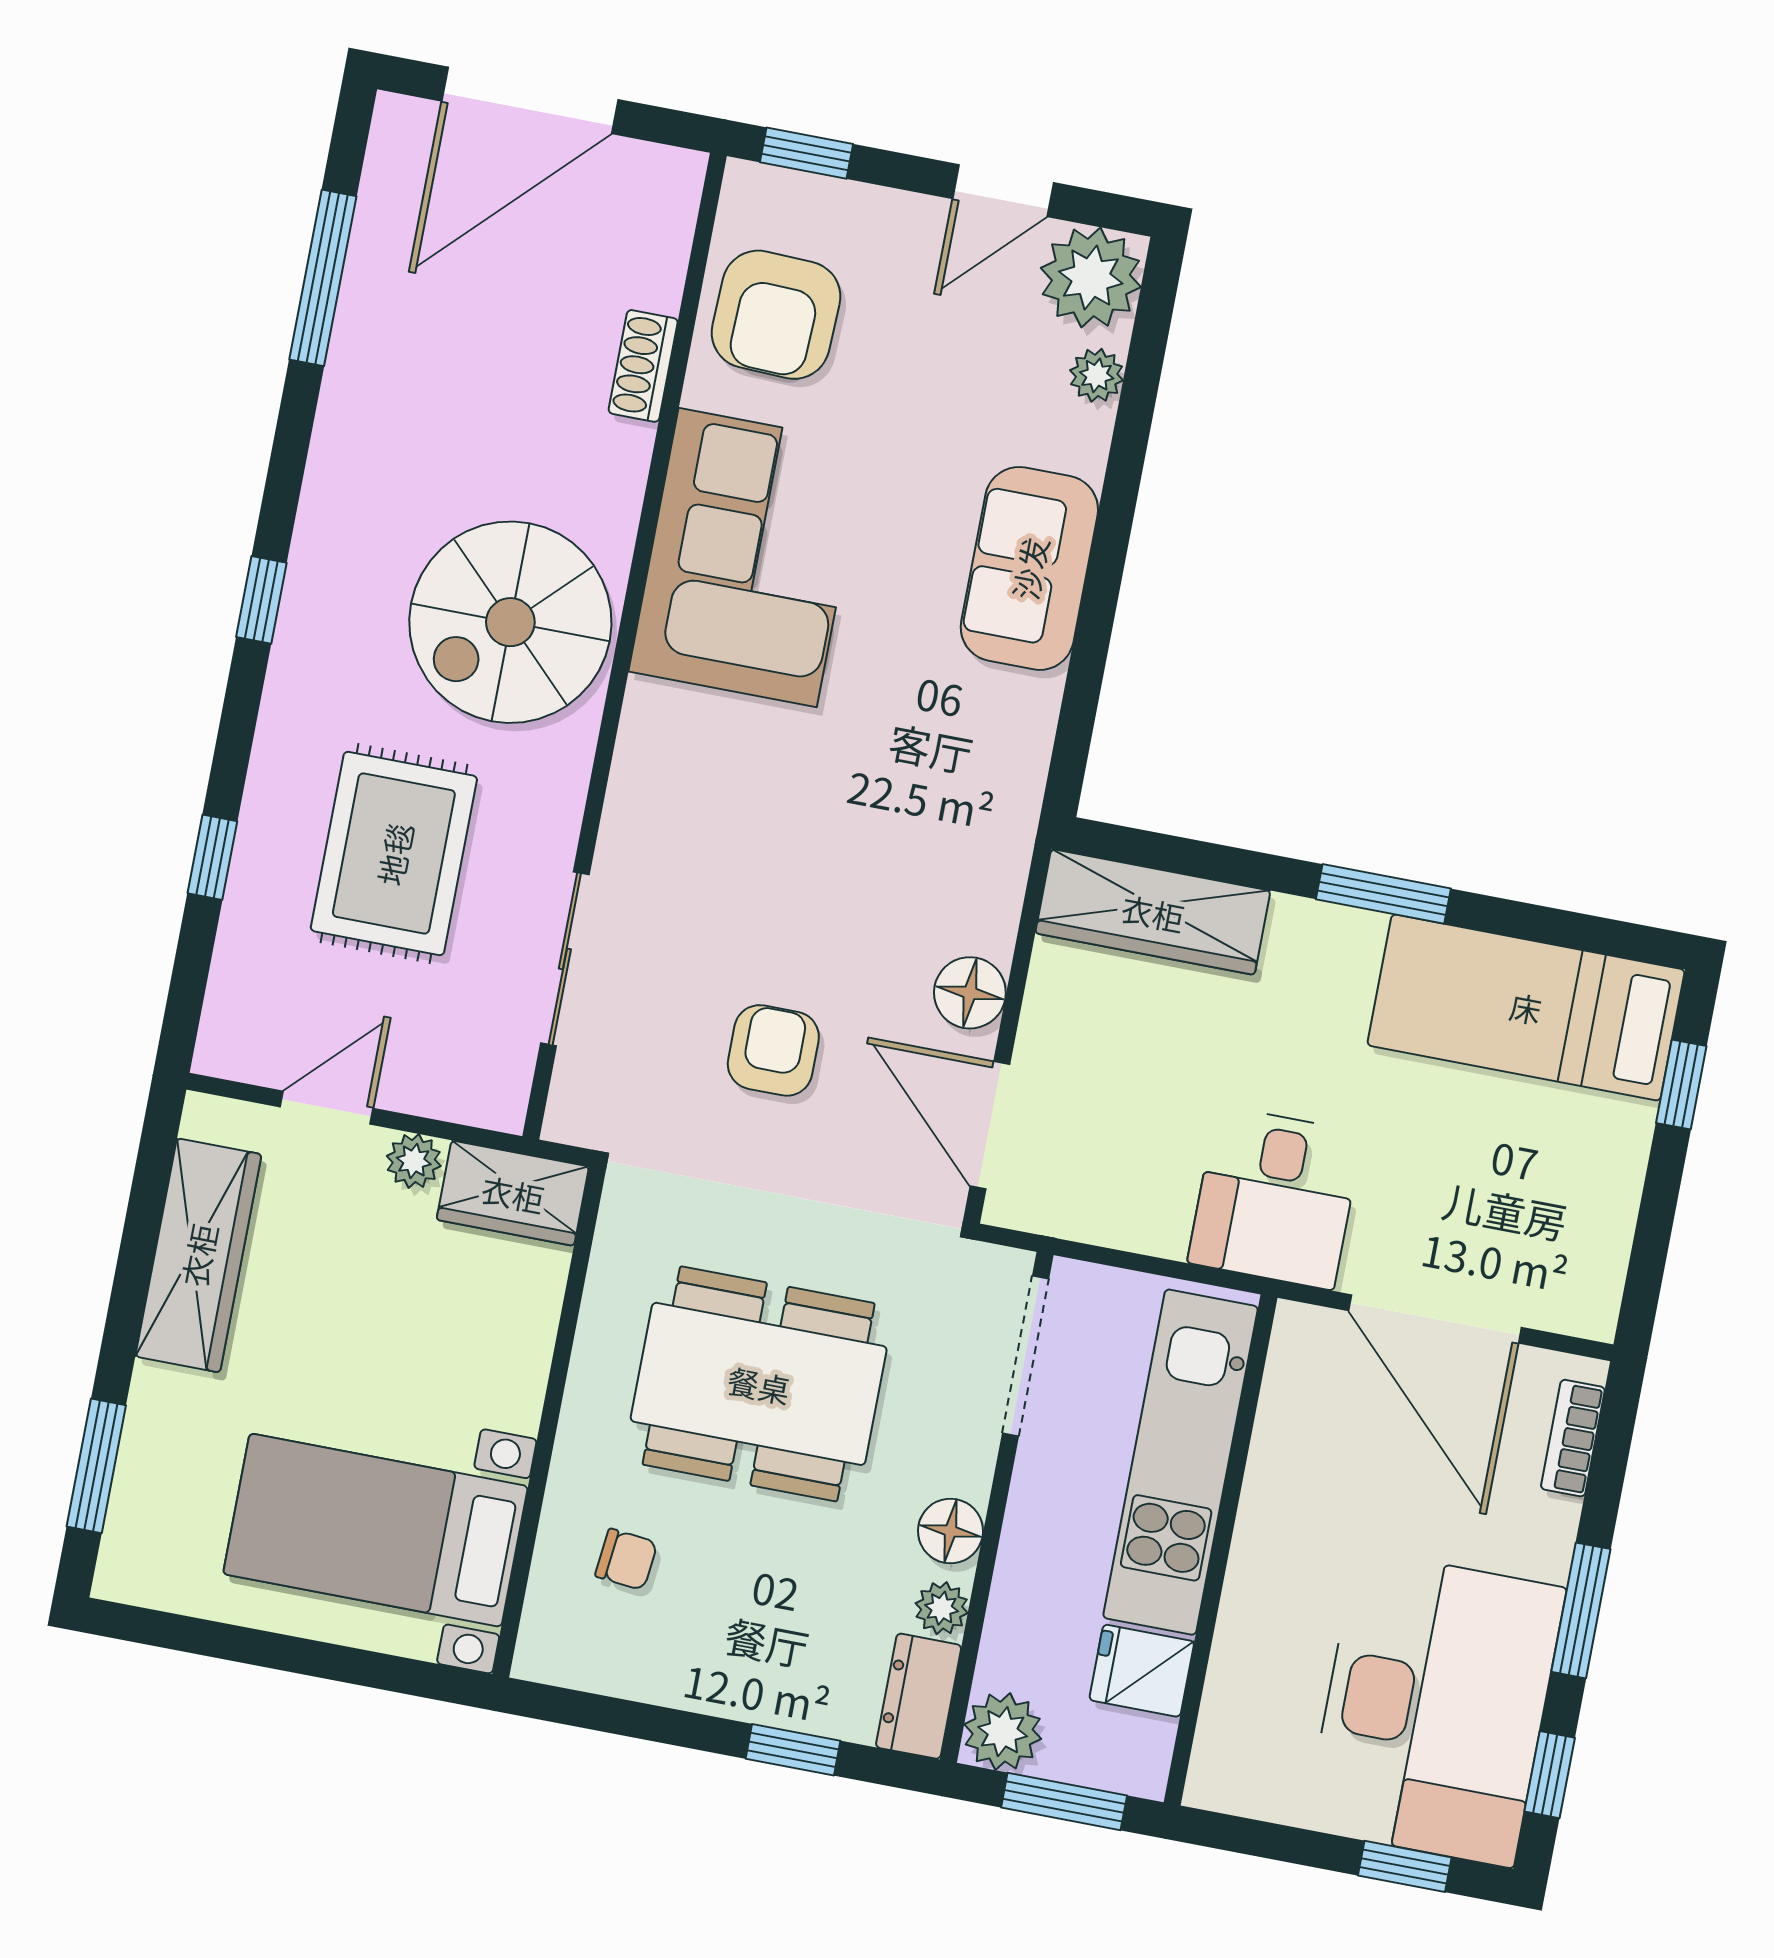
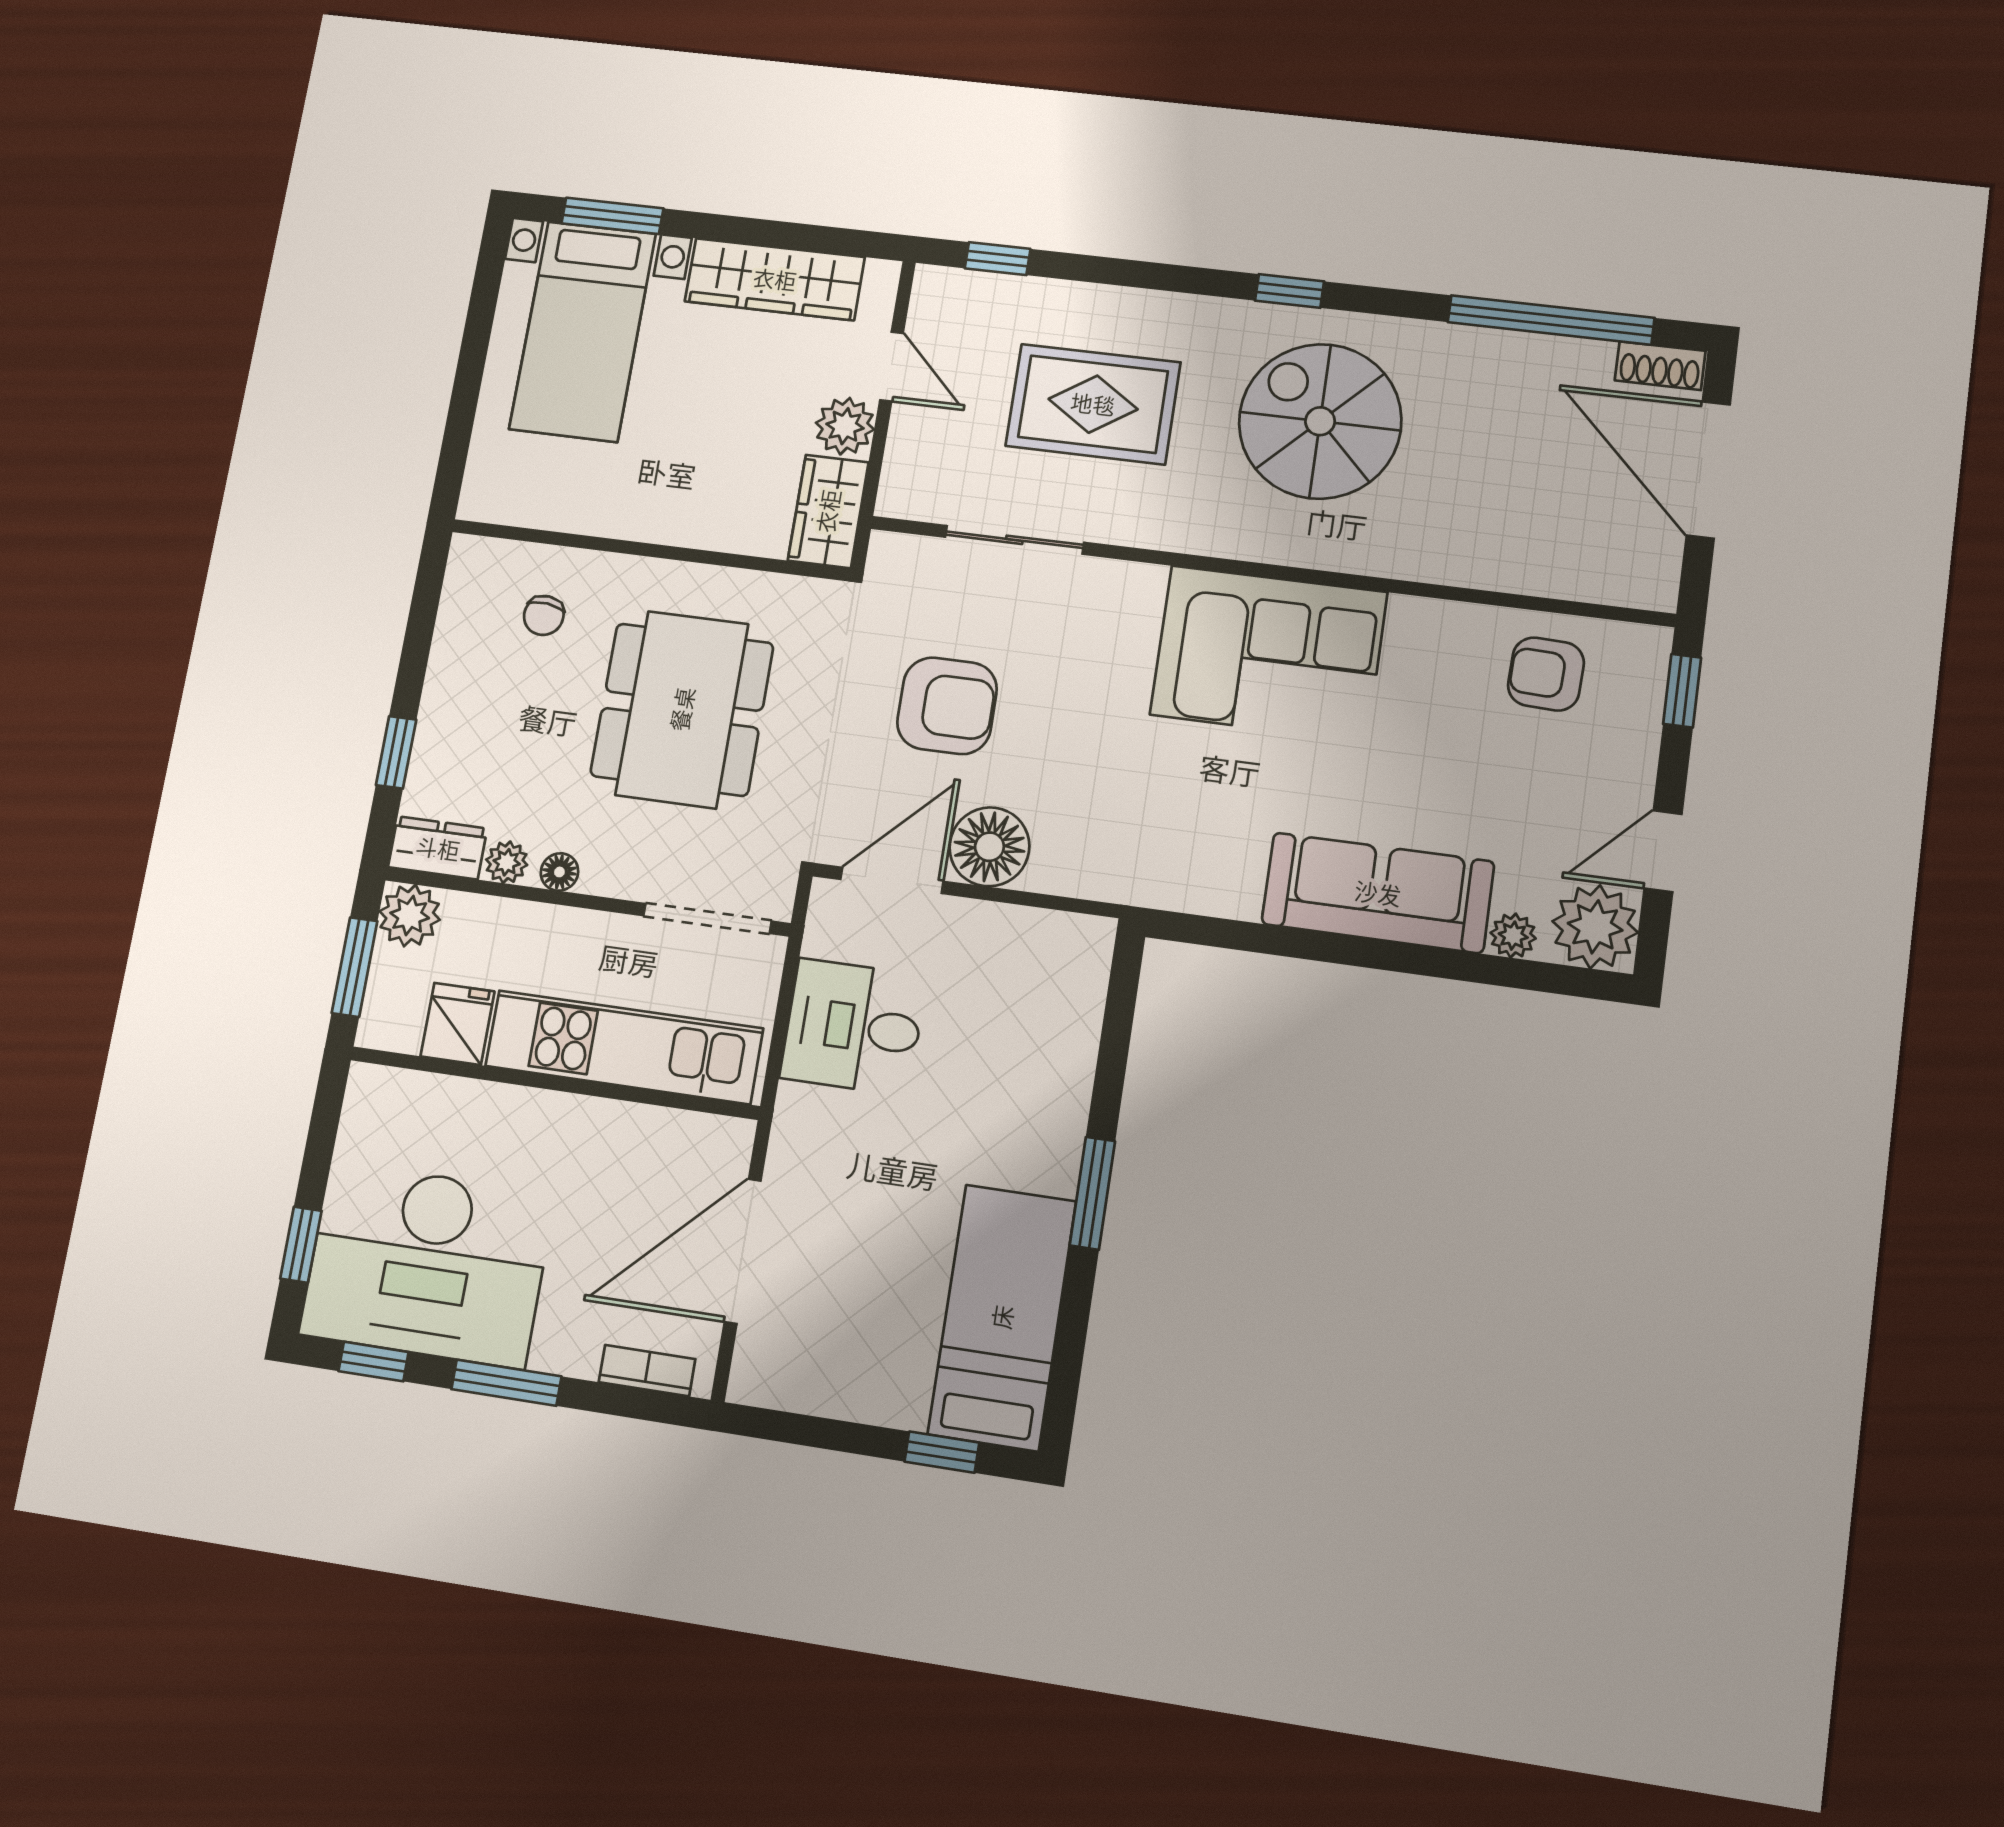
door: (1003, 191) -> (1663, 851), hinge flipped
window: (323, 278) -> (1551, 320), width x1.46
armchair: (776, 315) -> (1546, 674), width x0.72, depth x0.72
shoe rack: (643, 366) -> (1660, 366), moved, turned 180
corner sofa: (748, 558) -> (1269, 653), moved
sofa: (1029, 568) -> (1378, 893), width x1.36
spiral stairs: (510, 622) -> (1320, 421), moved
window: (212, 857) -> (998, 259), moved
wardrobe: (1153, 912) -> (1070, 1003), removed
floor lamp: (970, 993) -> (989, 847), width x1.38, depth x1.38
armchair: (773, 1050) -> (947, 706), width x1.38, depth x1.38
plant: (414, 1161) -> (845, 426), width x1.38, depth x1.38
desk: (1275, 1198) -> (853, 1027), moved
bed with nightstands: (376, 1530) -> (583, 331), moved, turned 180
floor lamp: (950, 1531) -> (559, 872), width x0.73, depth x0.73

